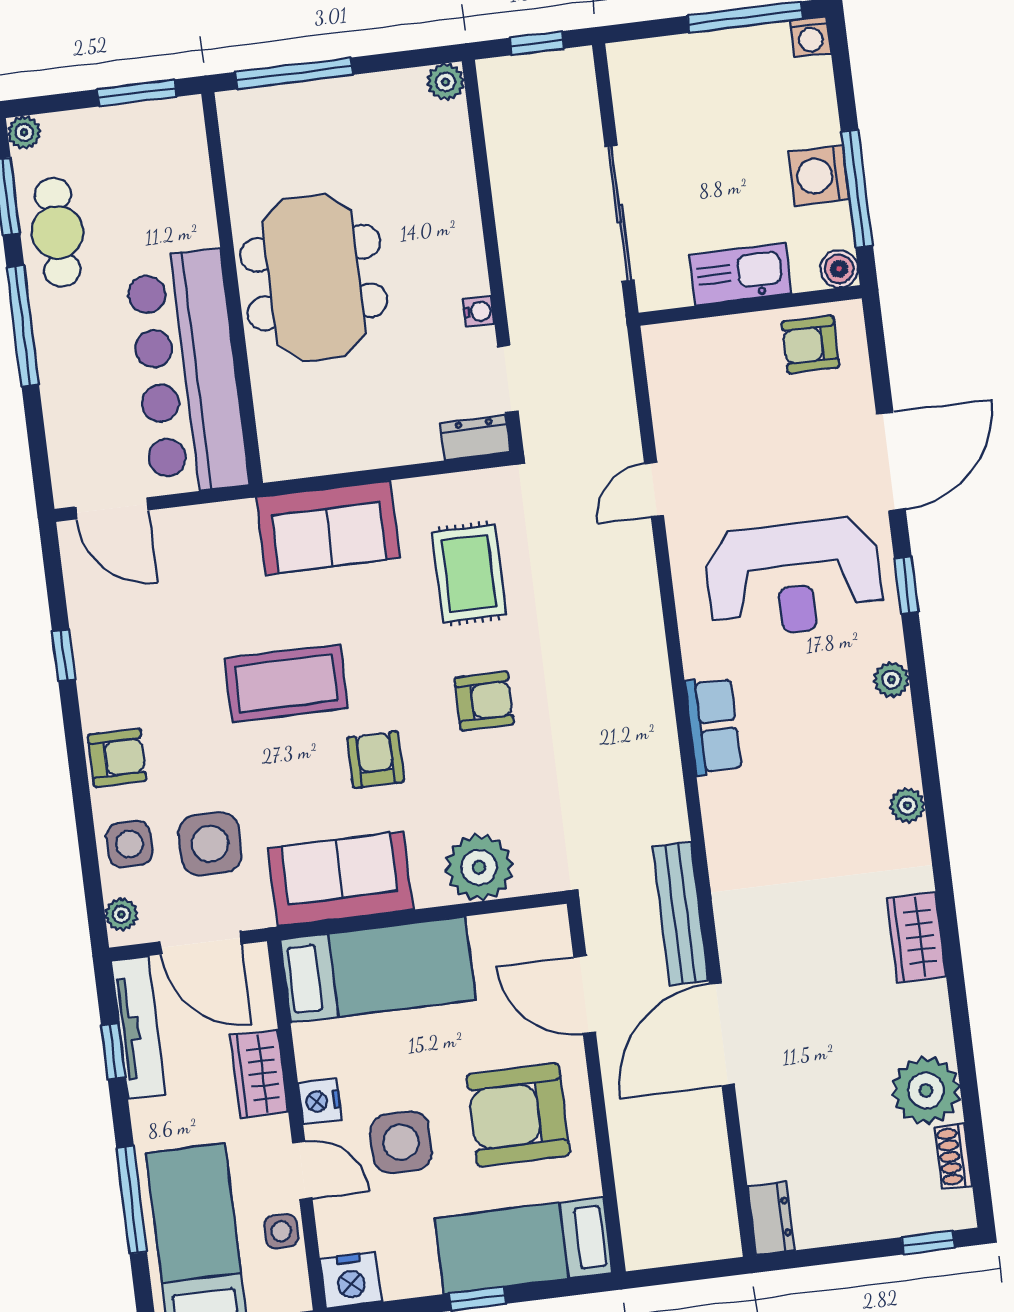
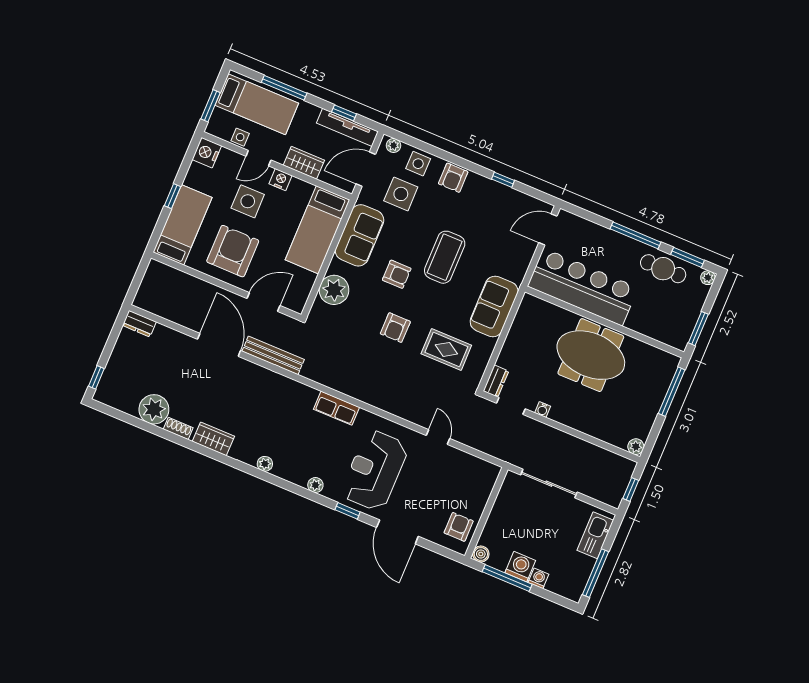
washing machine: (810, 37) -> (538, 578), moved, turned 90
kitchen sink: (740, 274) -> (595, 535), moved, turned 180
shoe rack: (953, 1156) -> (178, 428), moved

